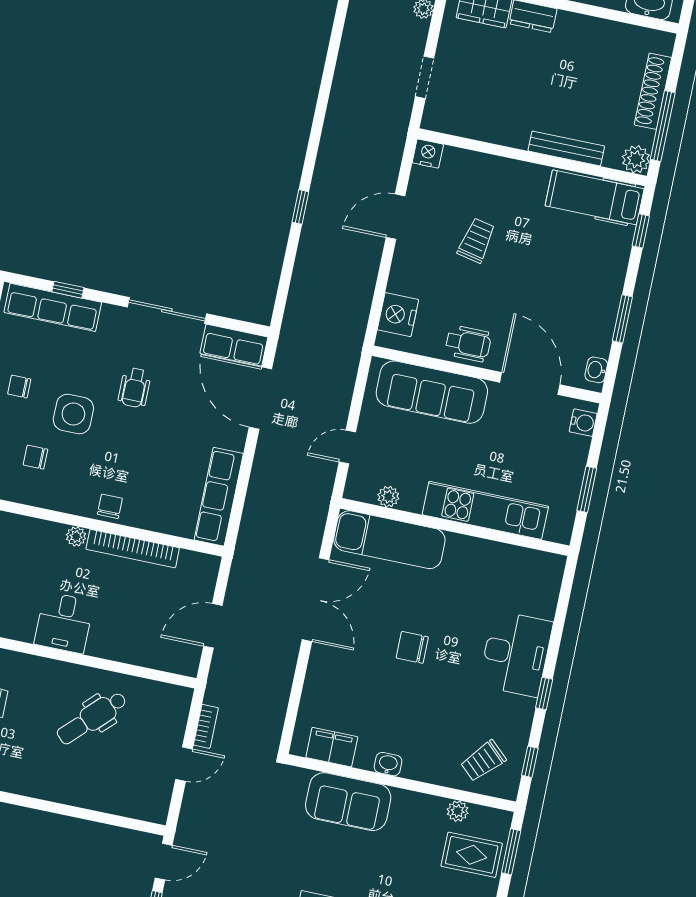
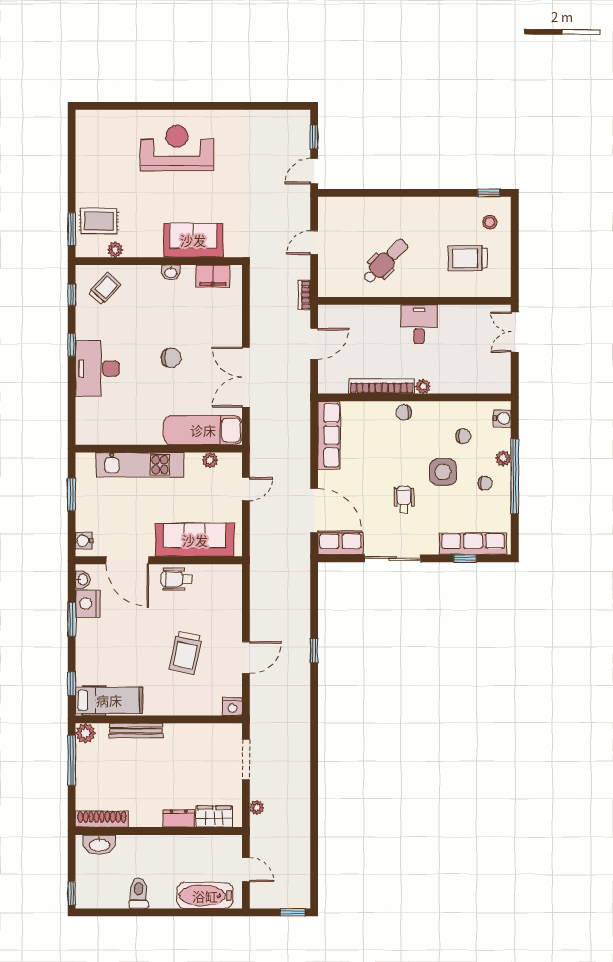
doorway: (425, 77) -> (246, 760), width x1.38
shoe rack: (653, 91) -> (102, 819), moved, turned -90
trolley: (476, 240) -> (186, 653), width x1.36, depth x1.39
nightstand: (398, 315) -> (88, 604), moved, turned 180
chair: (110, 506) -> (404, 413), turned 86
bookcase: (206, 726) -> (304, 295), moved

